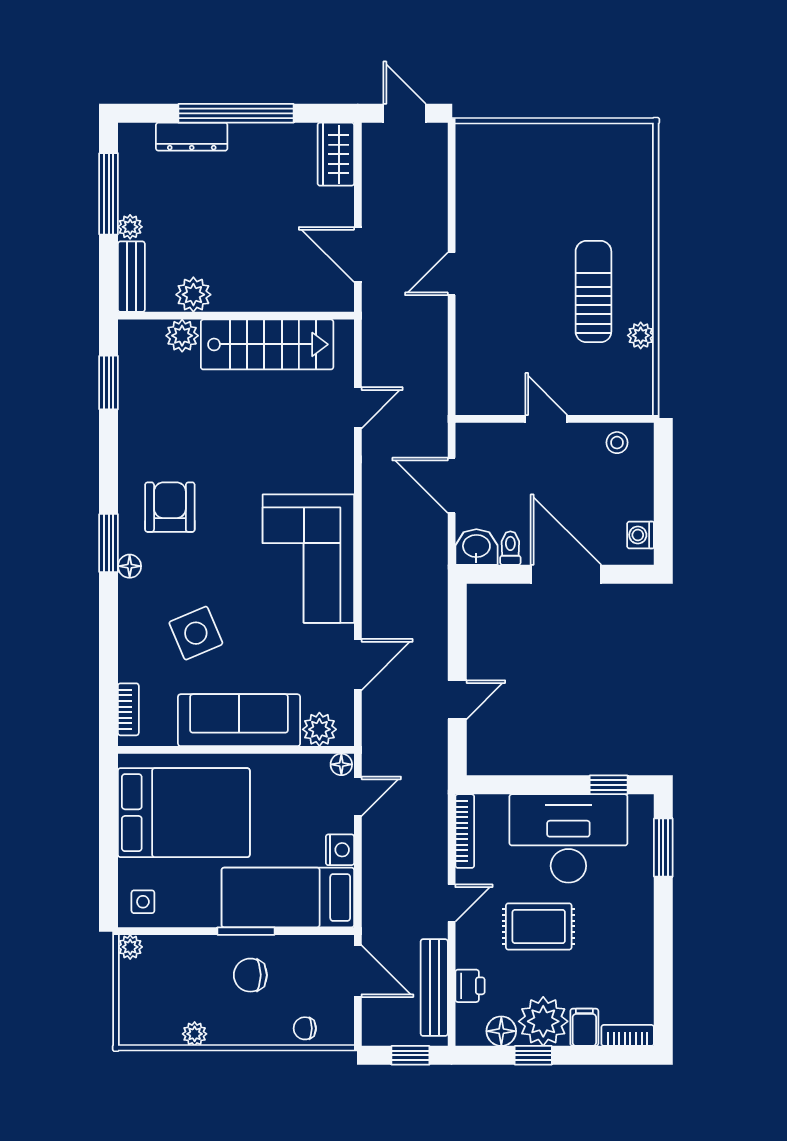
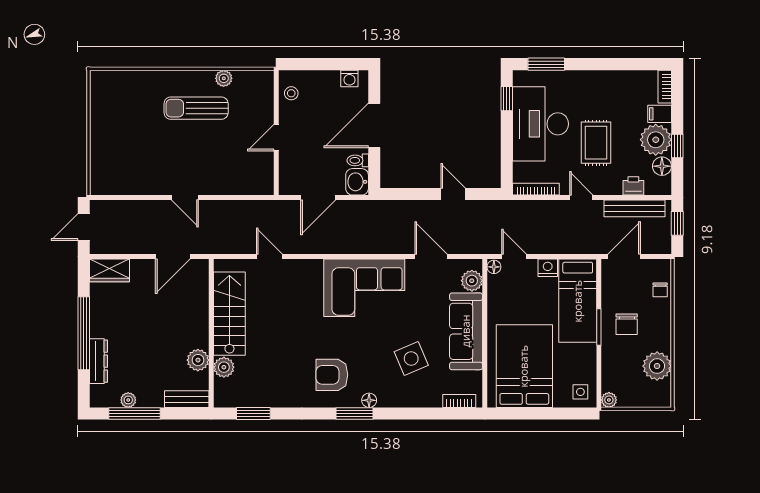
plant: (130, 227) -> (128, 400), moved
plant: (195, 1034) -> (657, 366), width x1.87, depth x1.87

